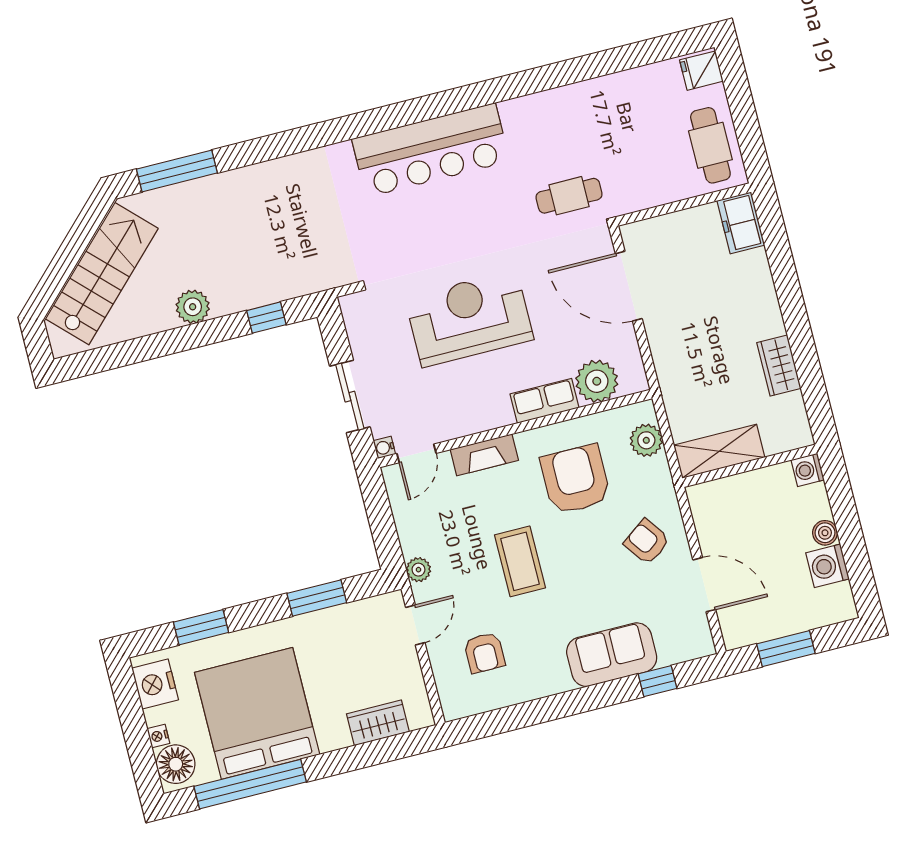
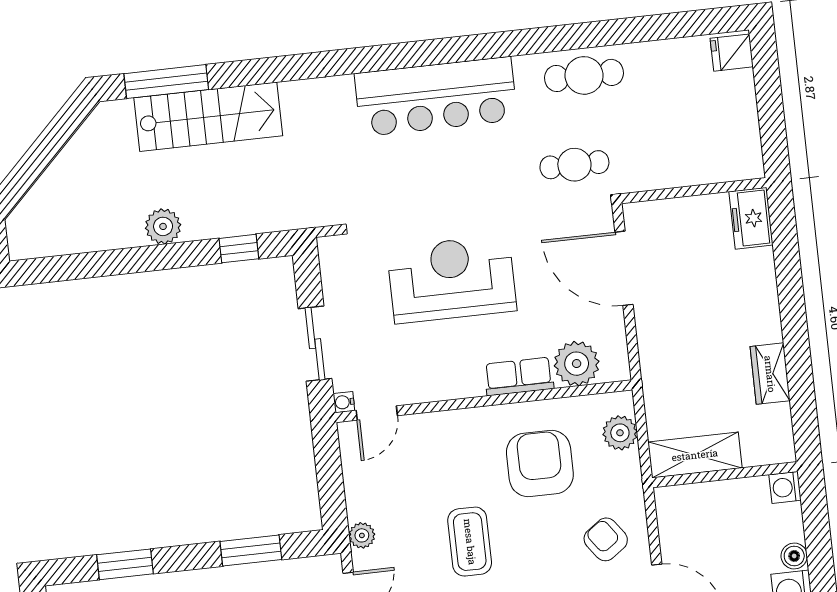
cafe table: (710, 145) -> (584, 75), moved, turned 90
stairs: (102, 274) -> (208, 117), moved, turned 45
fireplace: (484, 455) -> (448, 424), removed

